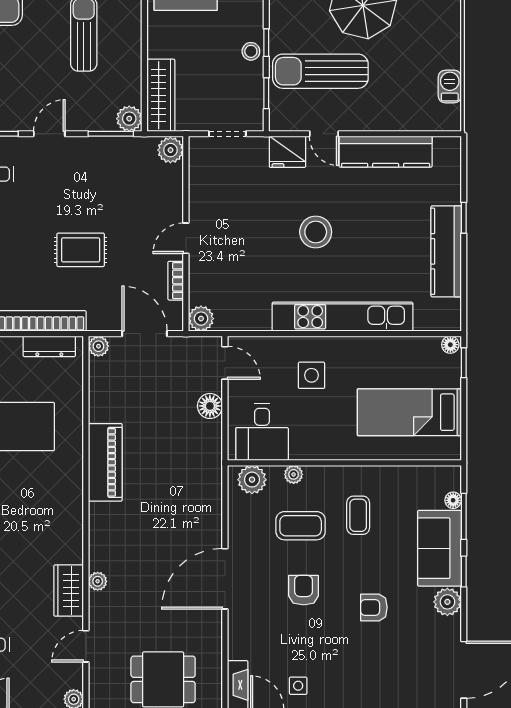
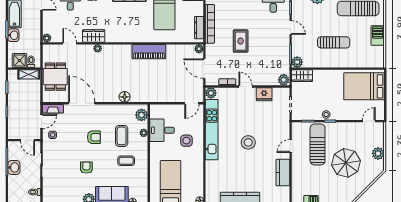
wardrobe: (161, 95) -> (302, 76), width x0.67
fridge: (287, 152) -> (264, 94), moved, turned -90
kitchen counter: (386, 152) -> (283, 173), width x0.67
kitchen unit: (342, 317) -> (212, 130), moved
door: (144, 334) -> (204, 69), swing flipped
floor lamp: (210, 406) -> (125, 97), moved
desk: (262, 432) -> (162, 130), moved
door: (225, 579) -> (82, 103), moved

